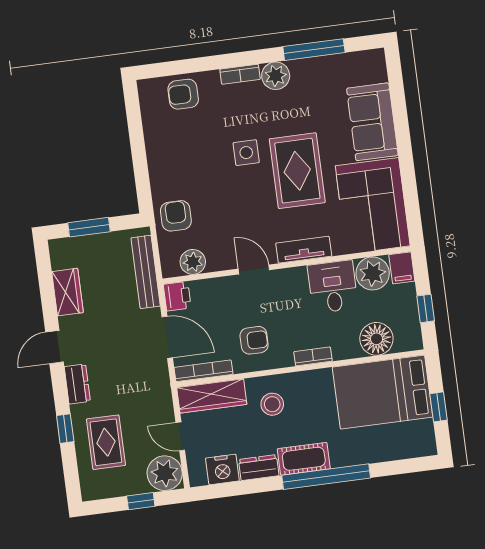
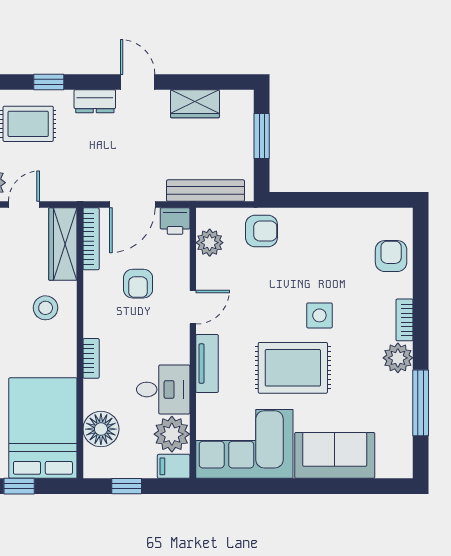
armchair: (254, 340) -> (138, 284), moved

